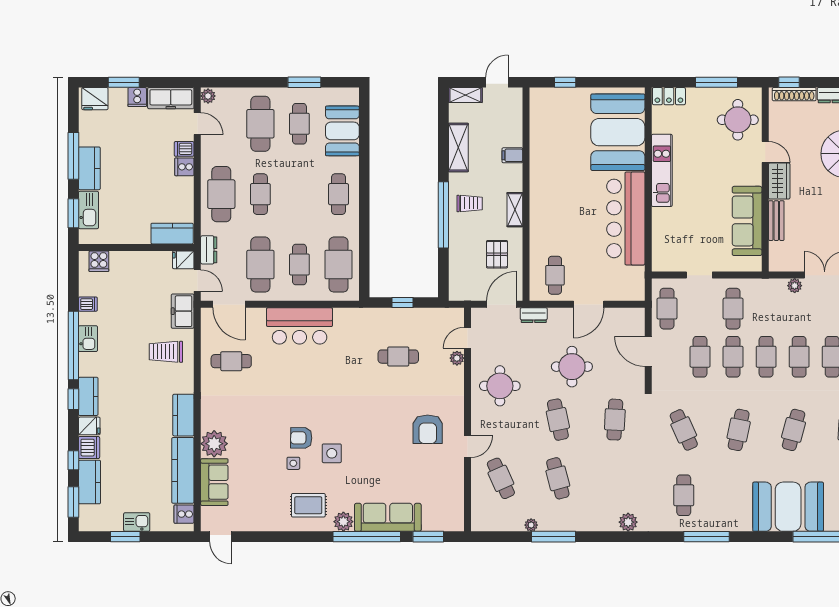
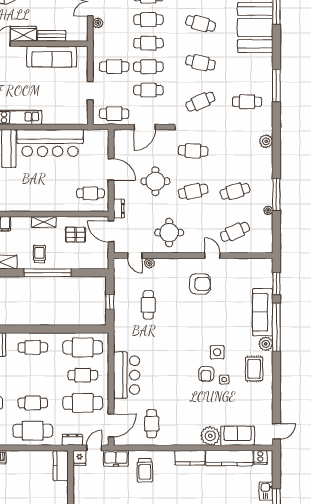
cooker: (184, 167) -> (13, 457), removed

